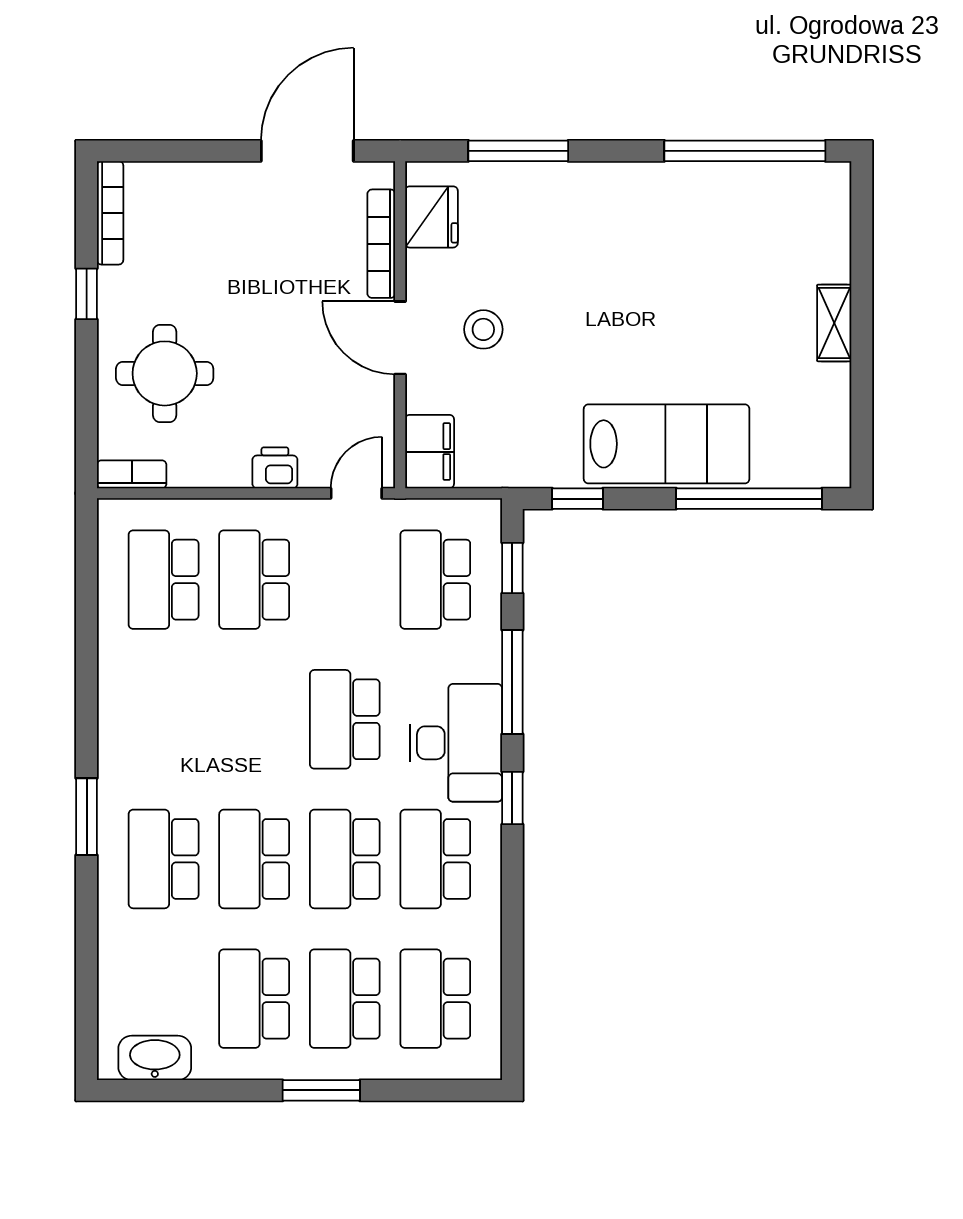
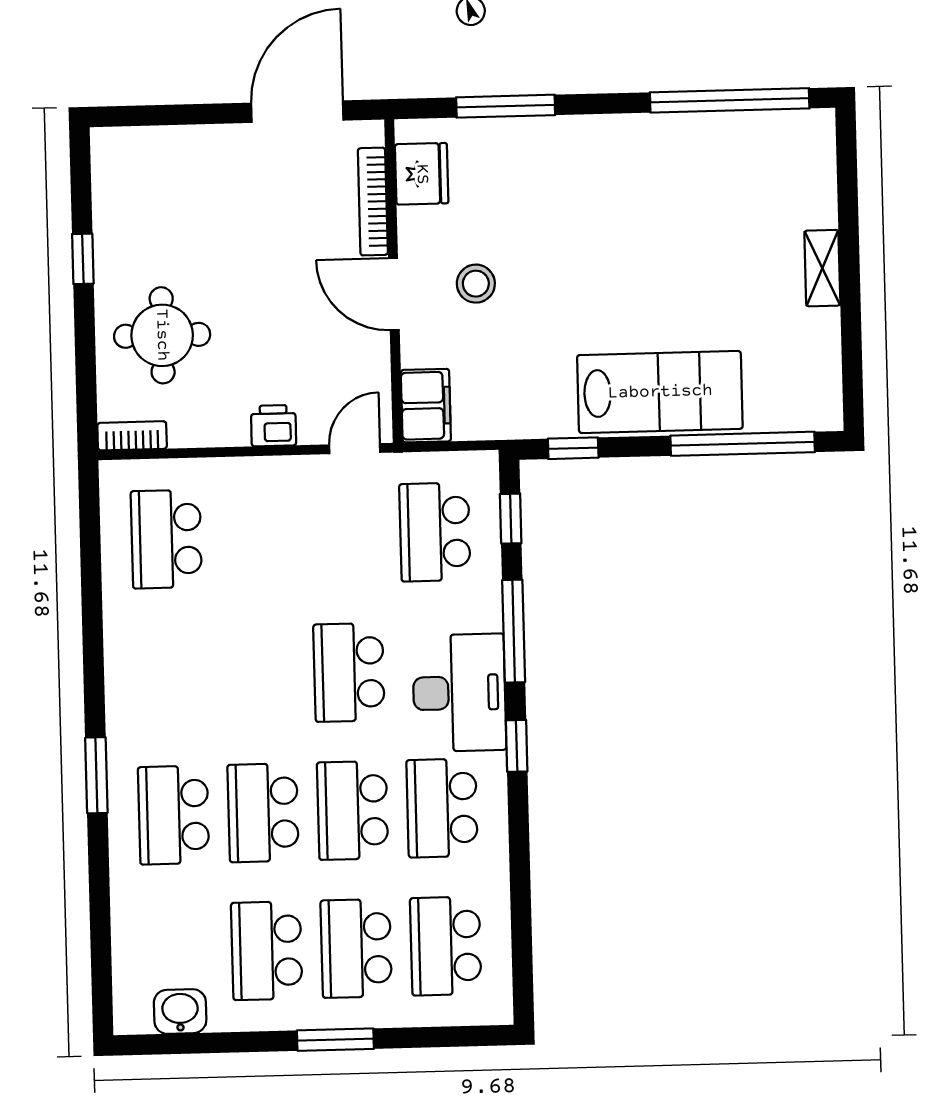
bookcase: (110, 213) -> (104, 178), removed
school desk: (254, 580) -> (256, 537), removed
washbasin: (155, 1058) -> (180, 1012), width x0.72

